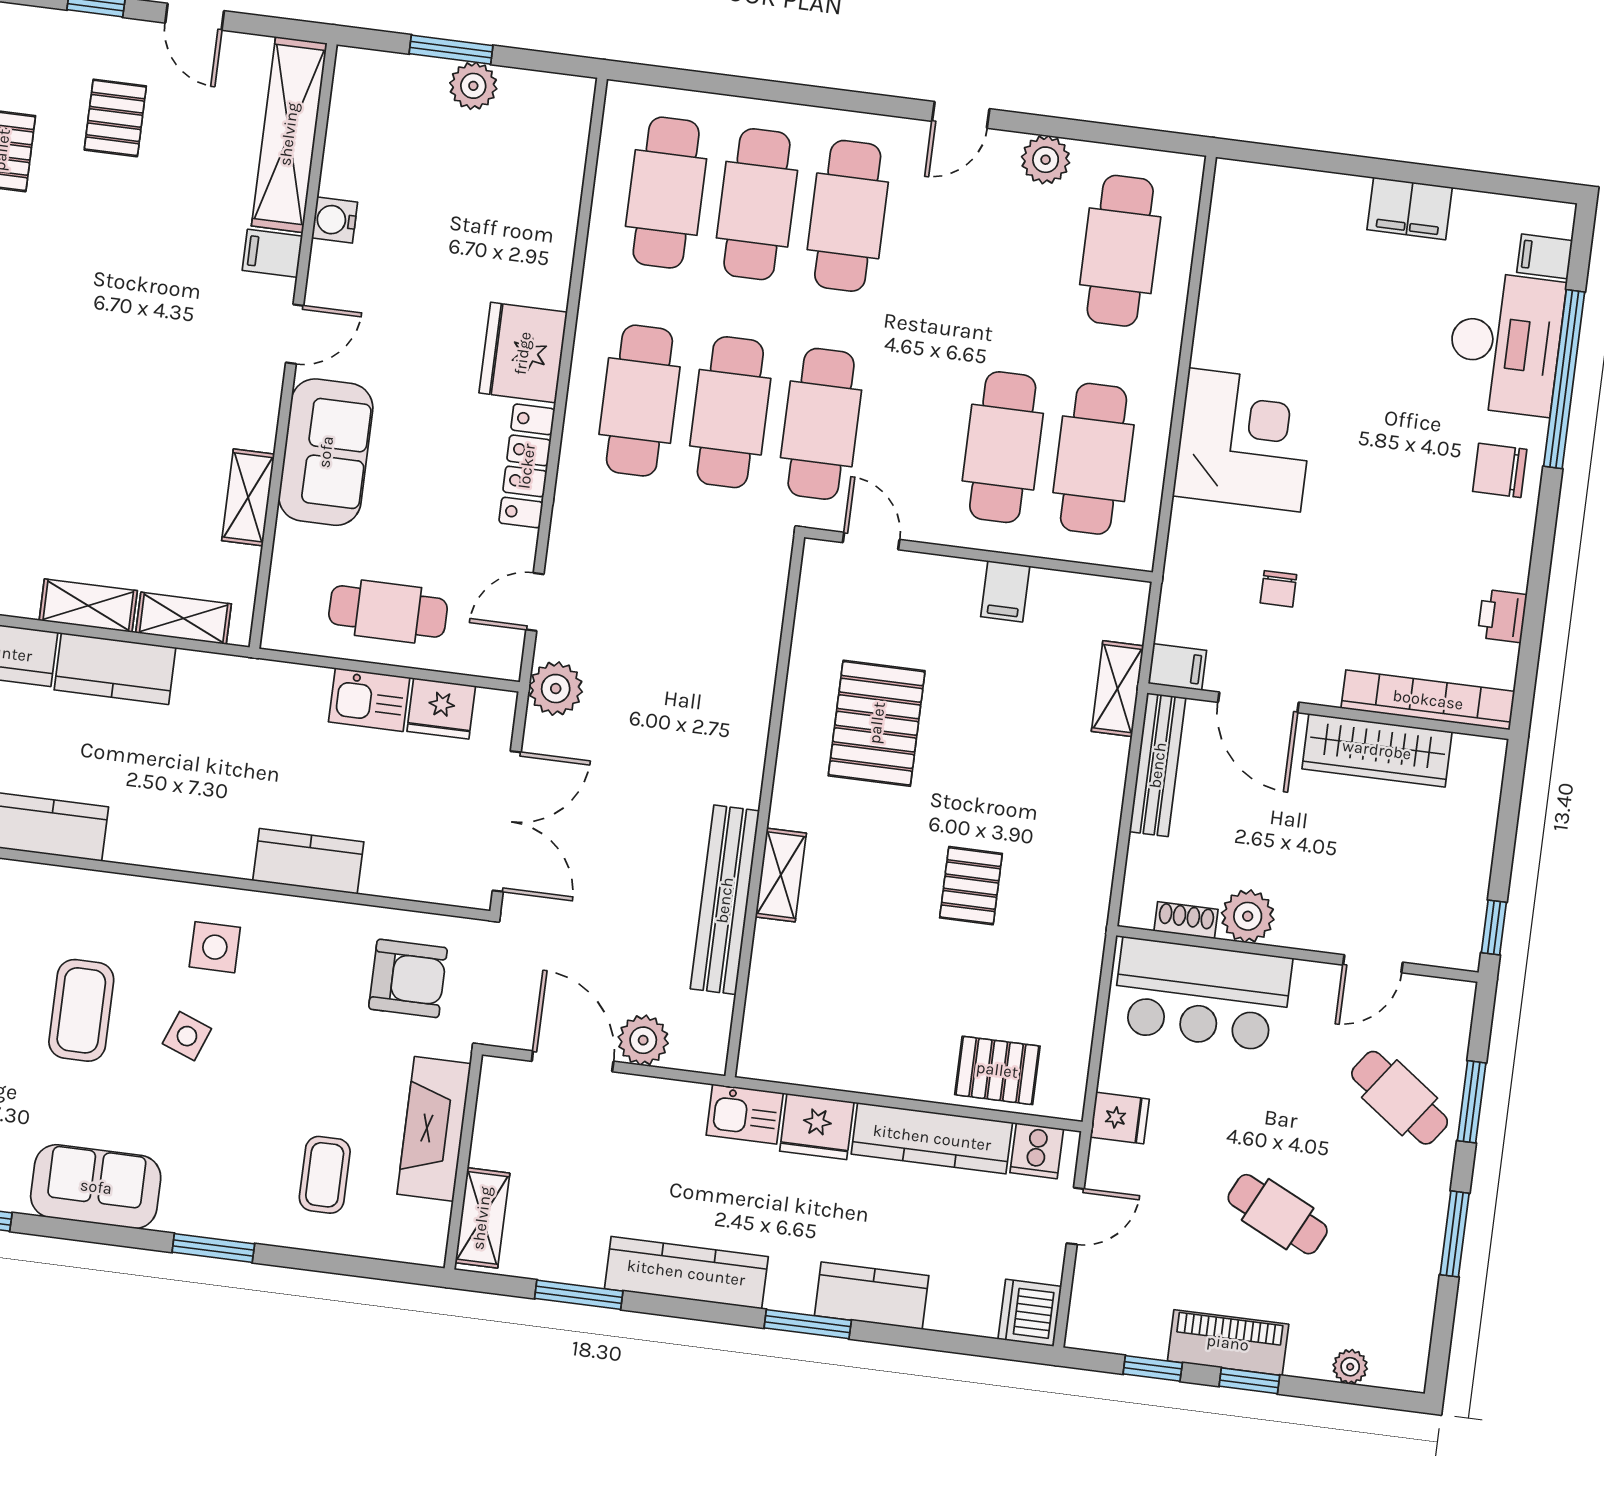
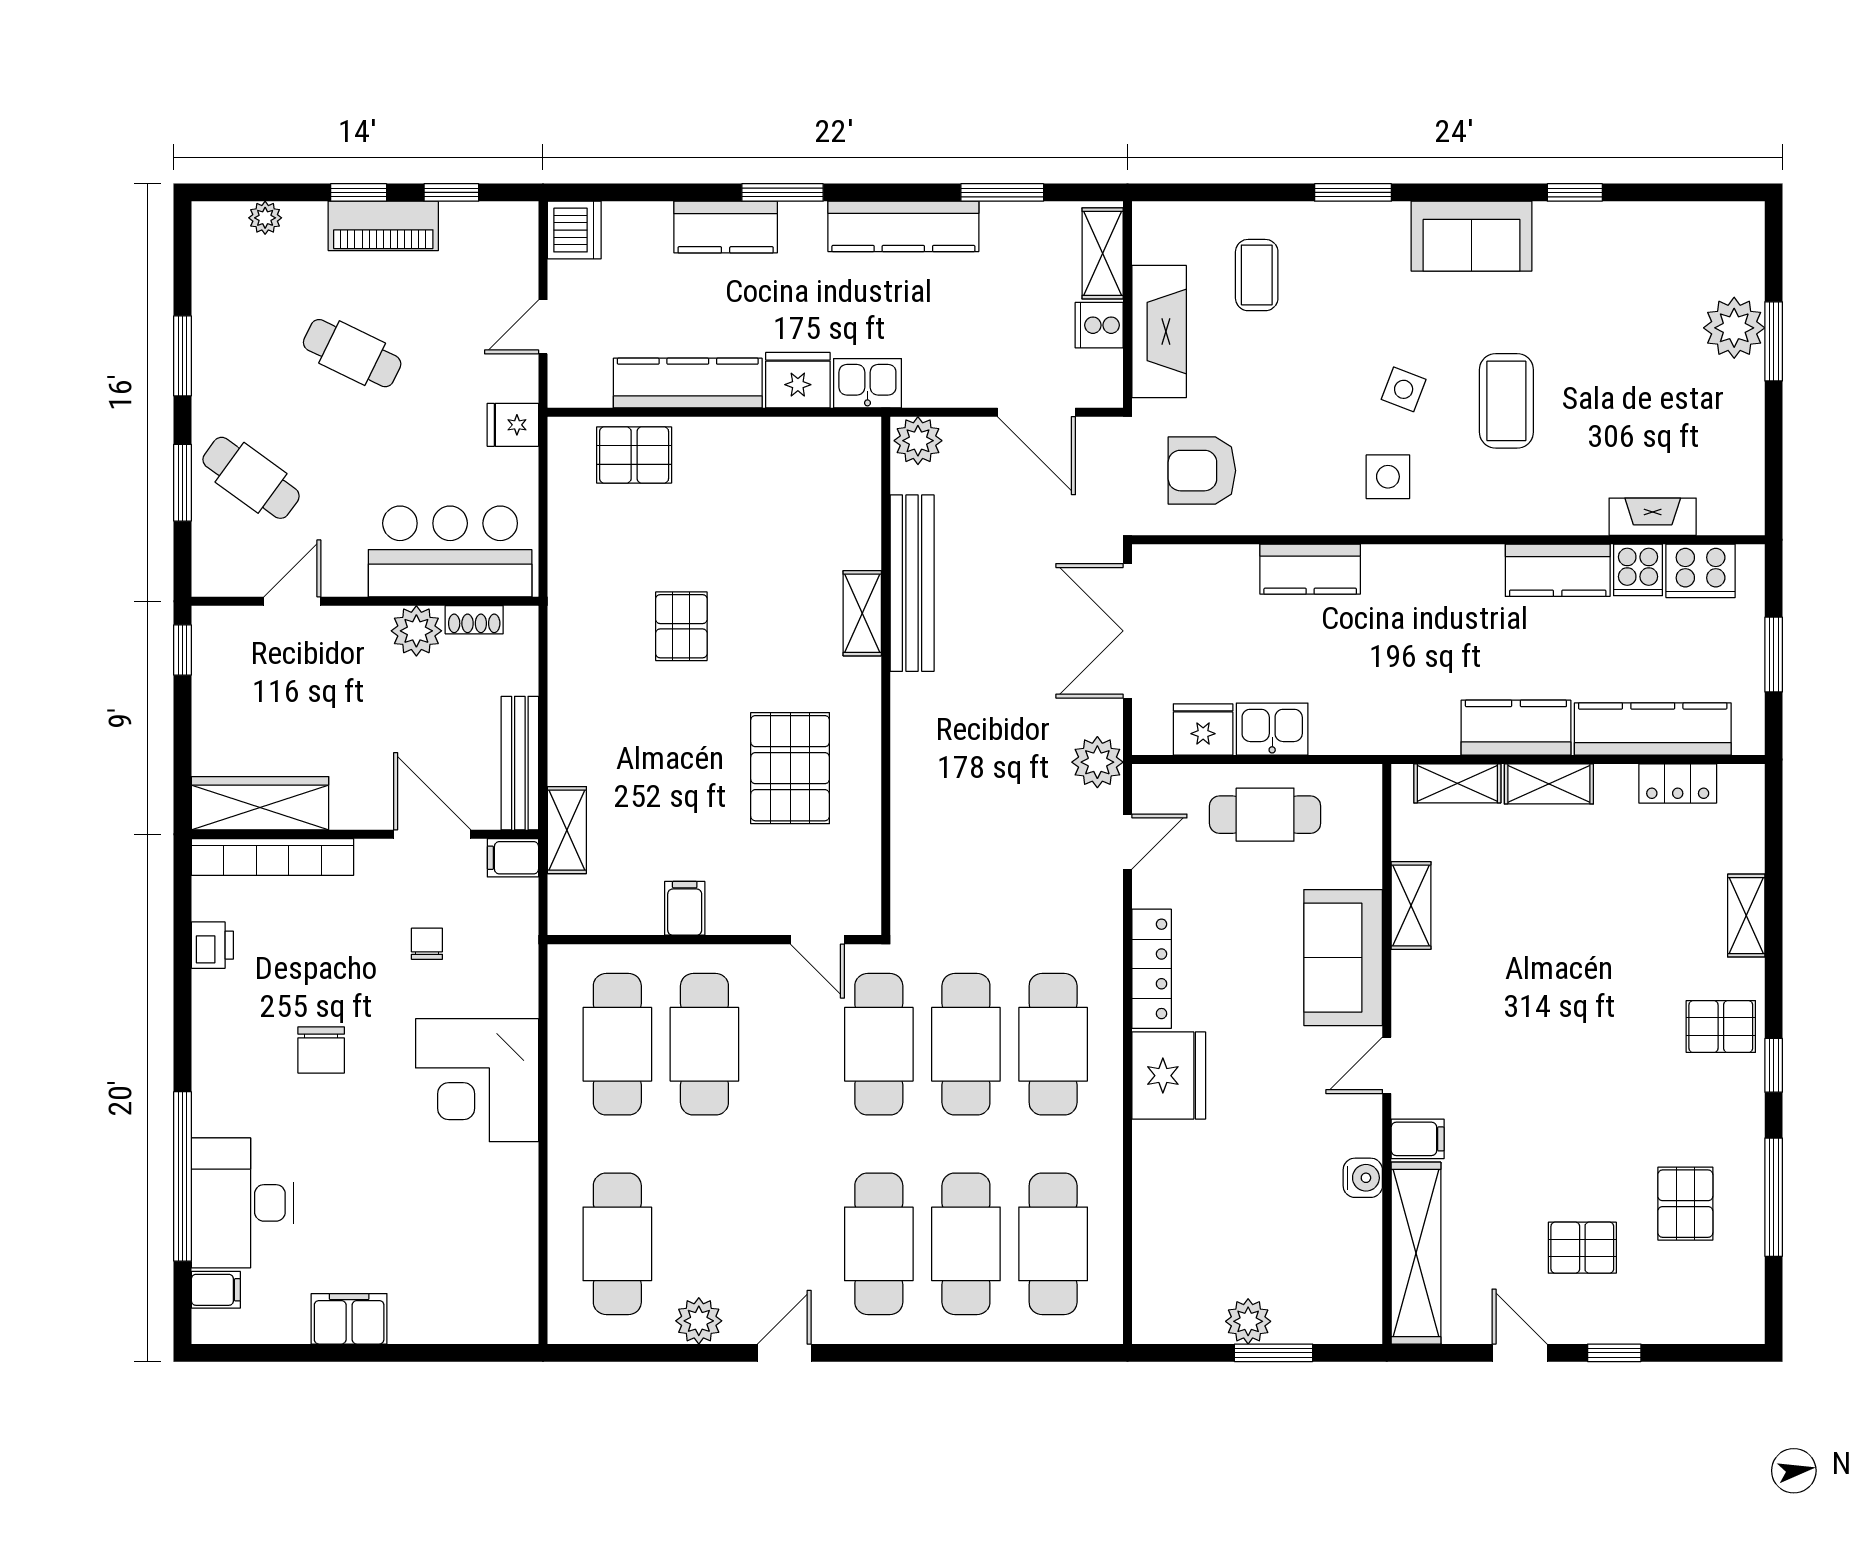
pallet: (115, 118) -> (1582, 1248), turned 90
chair: (1500, 470) -> (321, 1050), moved, turned 90
wardrobe: (1377, 750) -> (260, 803), moved
plant: (643, 1040) -> (918, 441), moved
cooker: (1037, 1151) -> (1099, 325), moved, turned -90

